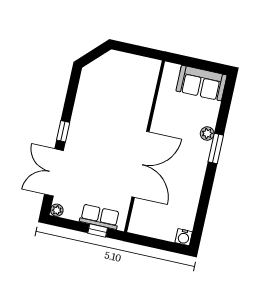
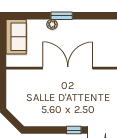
double door: (141, 164) -> (68, 68), moved

